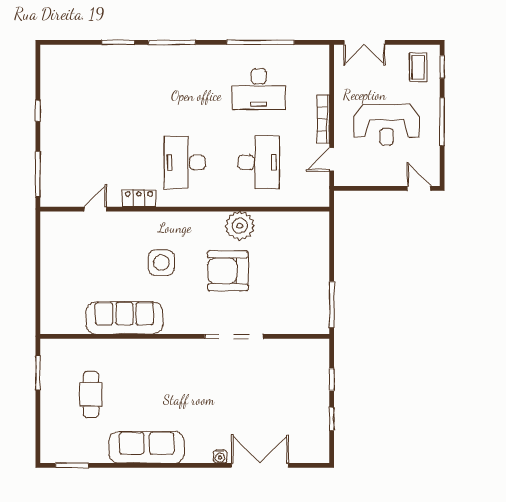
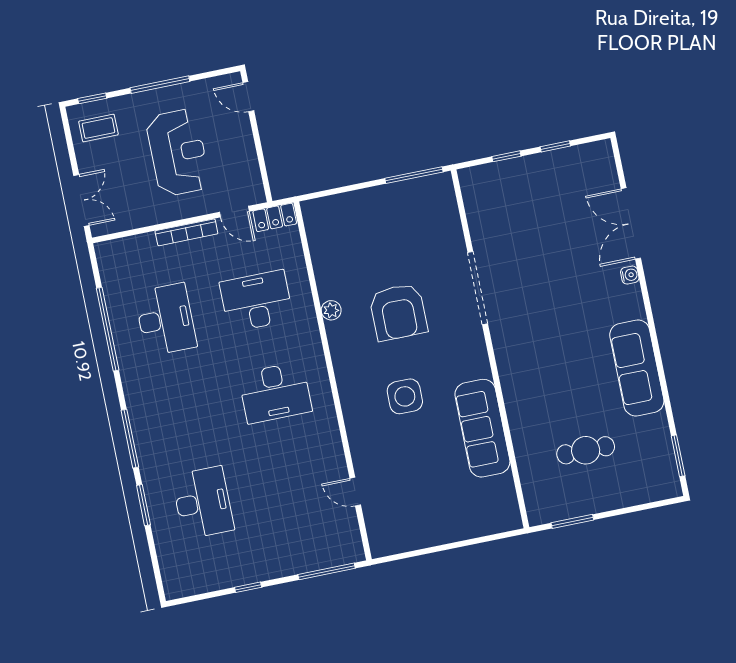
desk: (111, 89) -> (203, 503), added
door: (419, 188) -> (248, 97), hinge flipped
locker: (139, 198) -> (275, 217), moved, turned -90
plant: (240, 226) -> (331, 310), width x0.53, depth x0.53

